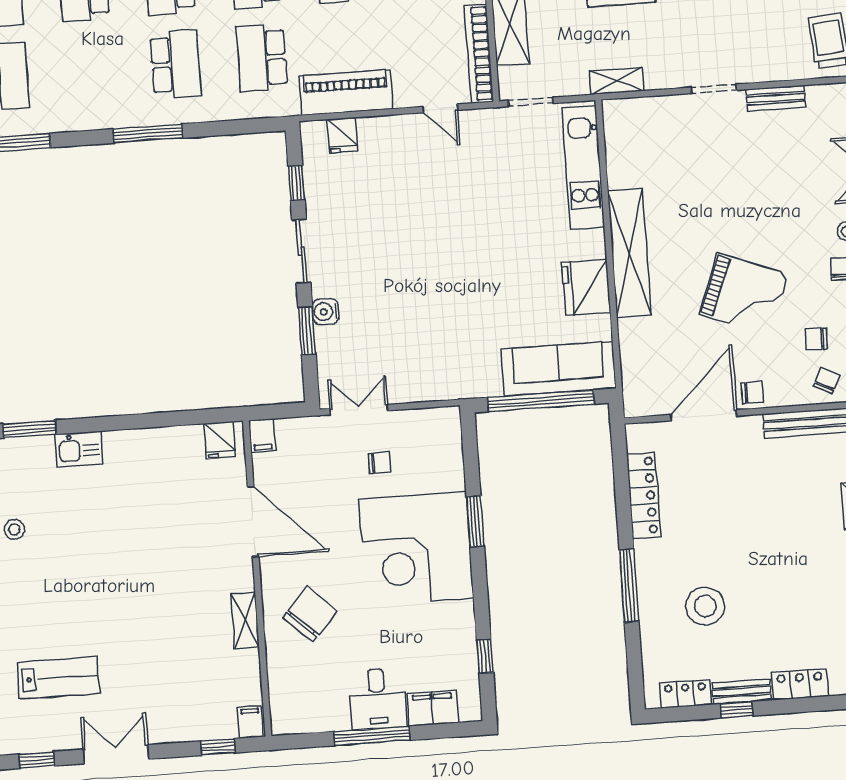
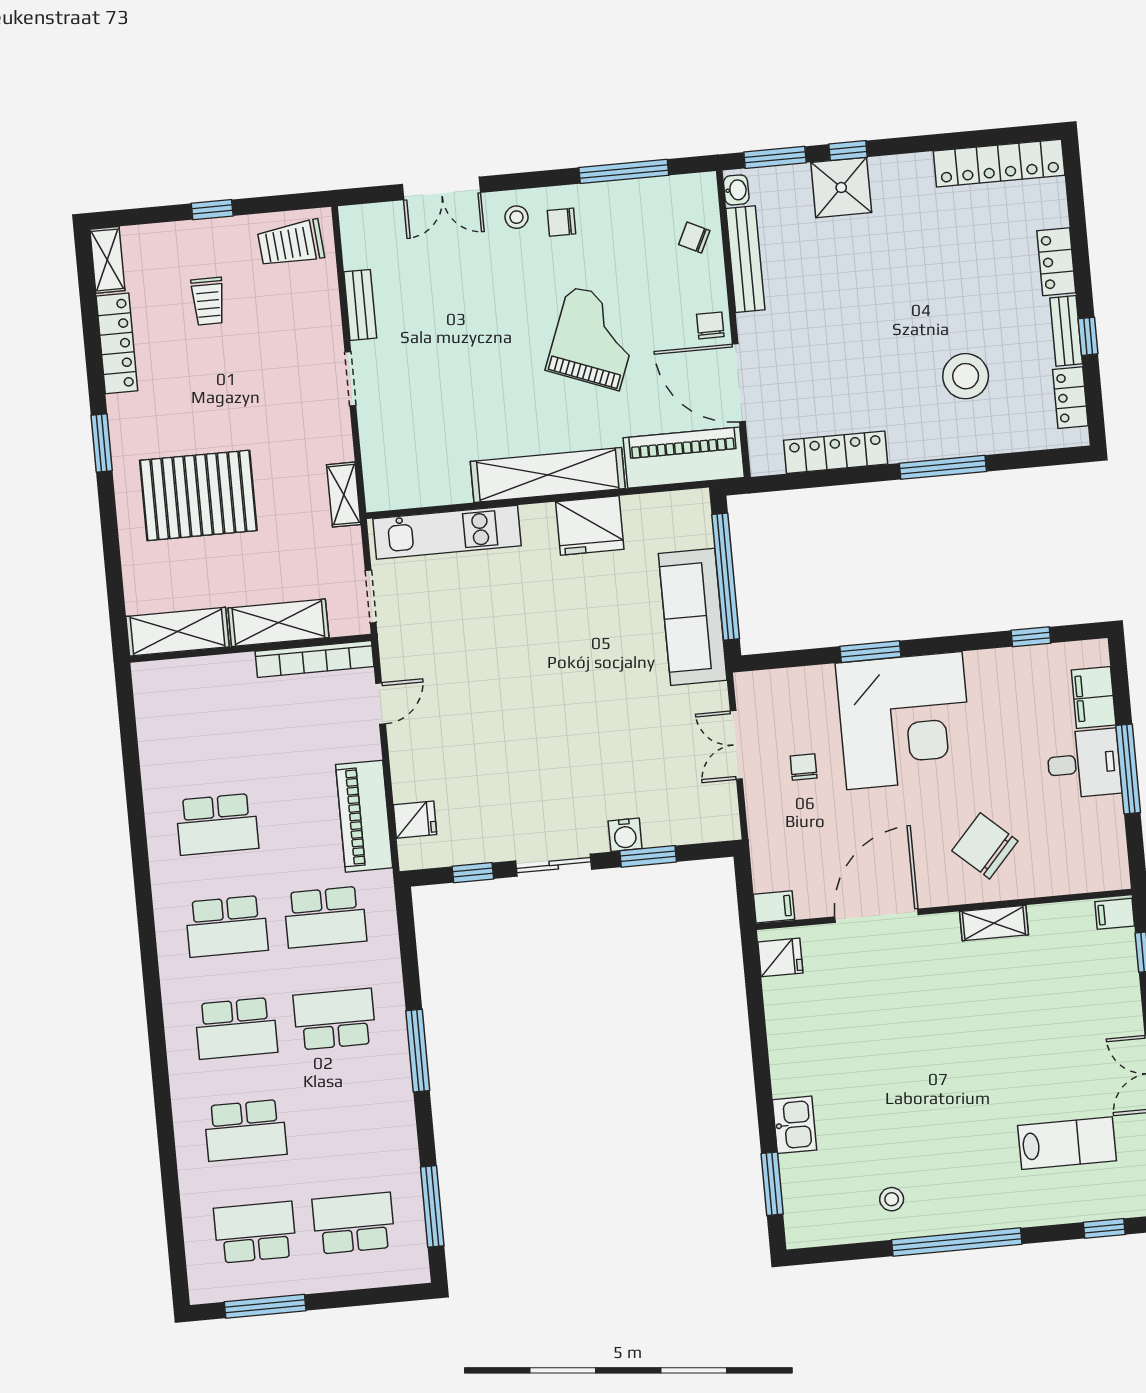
chair: (816, 339) -> (645, 251), removed
piano: (642, 368) -> (684, 458), added
sofa: (558, 369) -> (693, 617), moved
double door: (359, 410) -> (736, 745), moved
lab bench: (59, 678) -> (1067, 1143), turned 90

